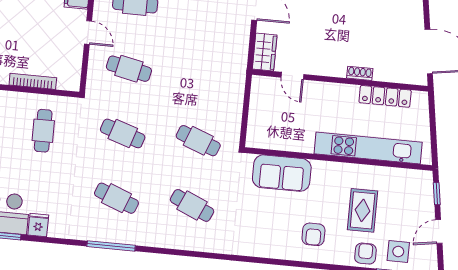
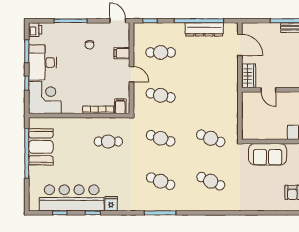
filing cabinet: (66, 79) -> (120, 106), added
cafe table: (43, 131) -> (108, 142), turned 90

